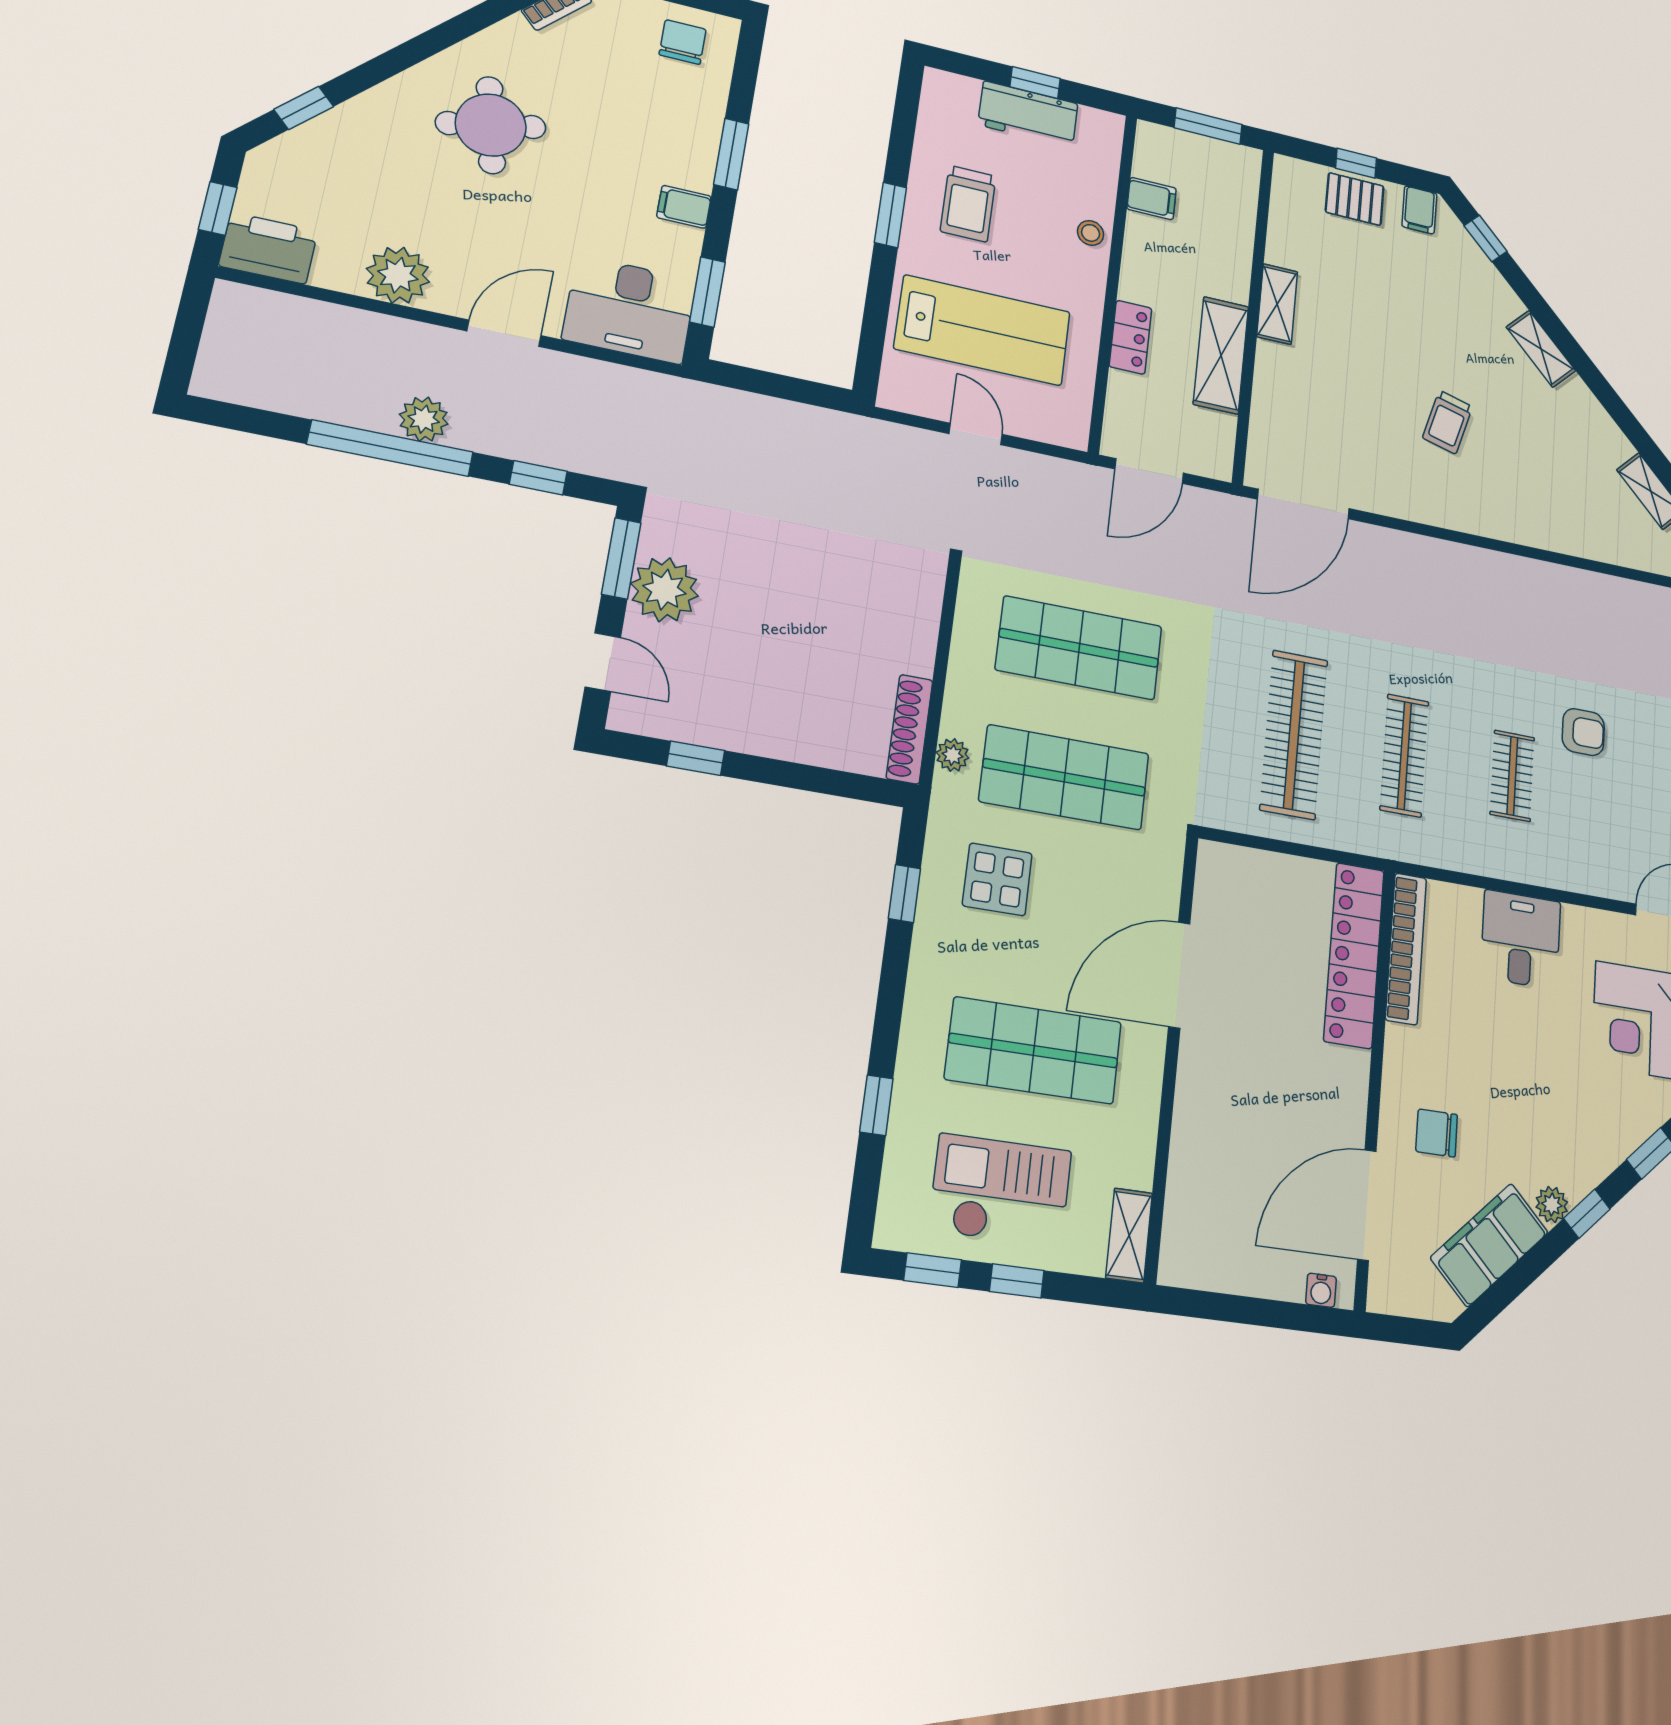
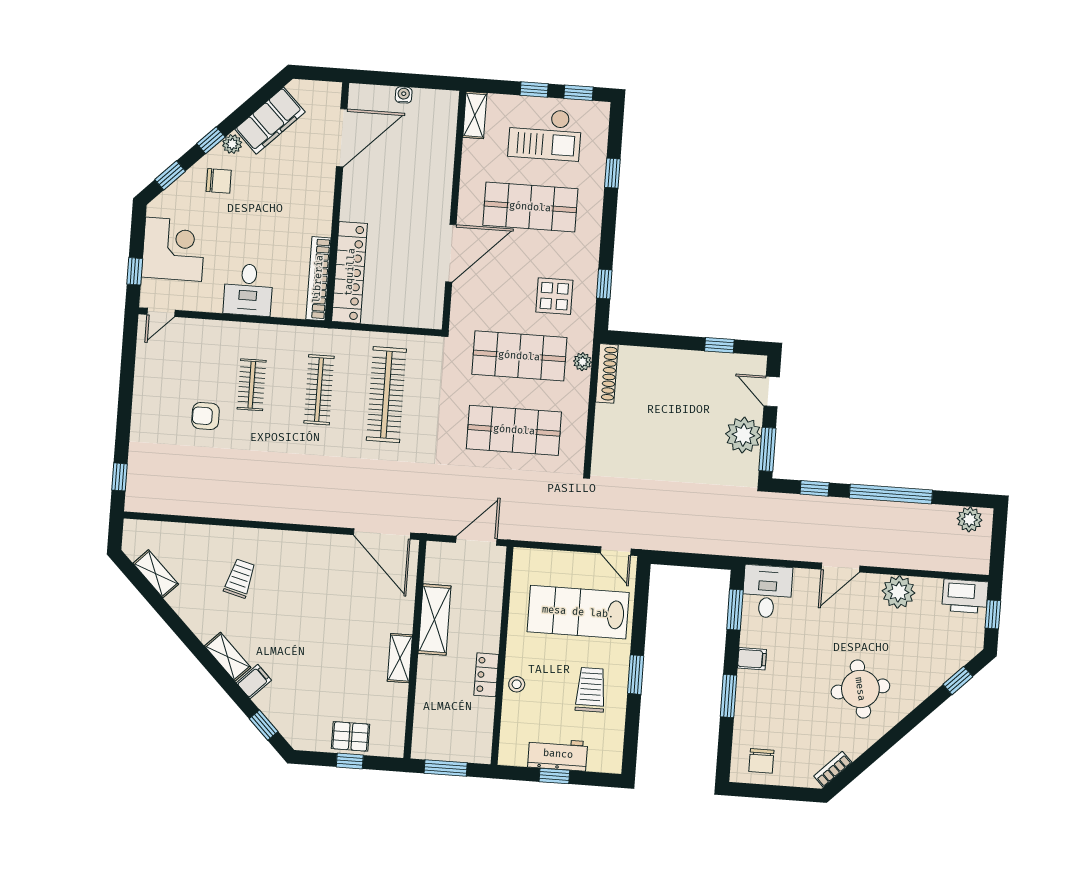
filing cabinet: (1152, 199) -> (480, 713), removed
filing cabinet: (1419, 210) -> (254, 682), moved, turned 45
desk: (629, 309) -> (767, 592), width x0.73
locker: (1130, 337) -> (486, 675), moved
plant: (424, 419) -> (970, 519), moved
trolley: (1448, 422) -> (240, 578), moved
door: (976, 434) -> (616, 551), moved
door: (1303, 504) -> (382, 534), swing flipped
chair: (1437, 1133) -> (219, 181), moved
water cooler: (1321, 1290) -> (404, 95), moved

